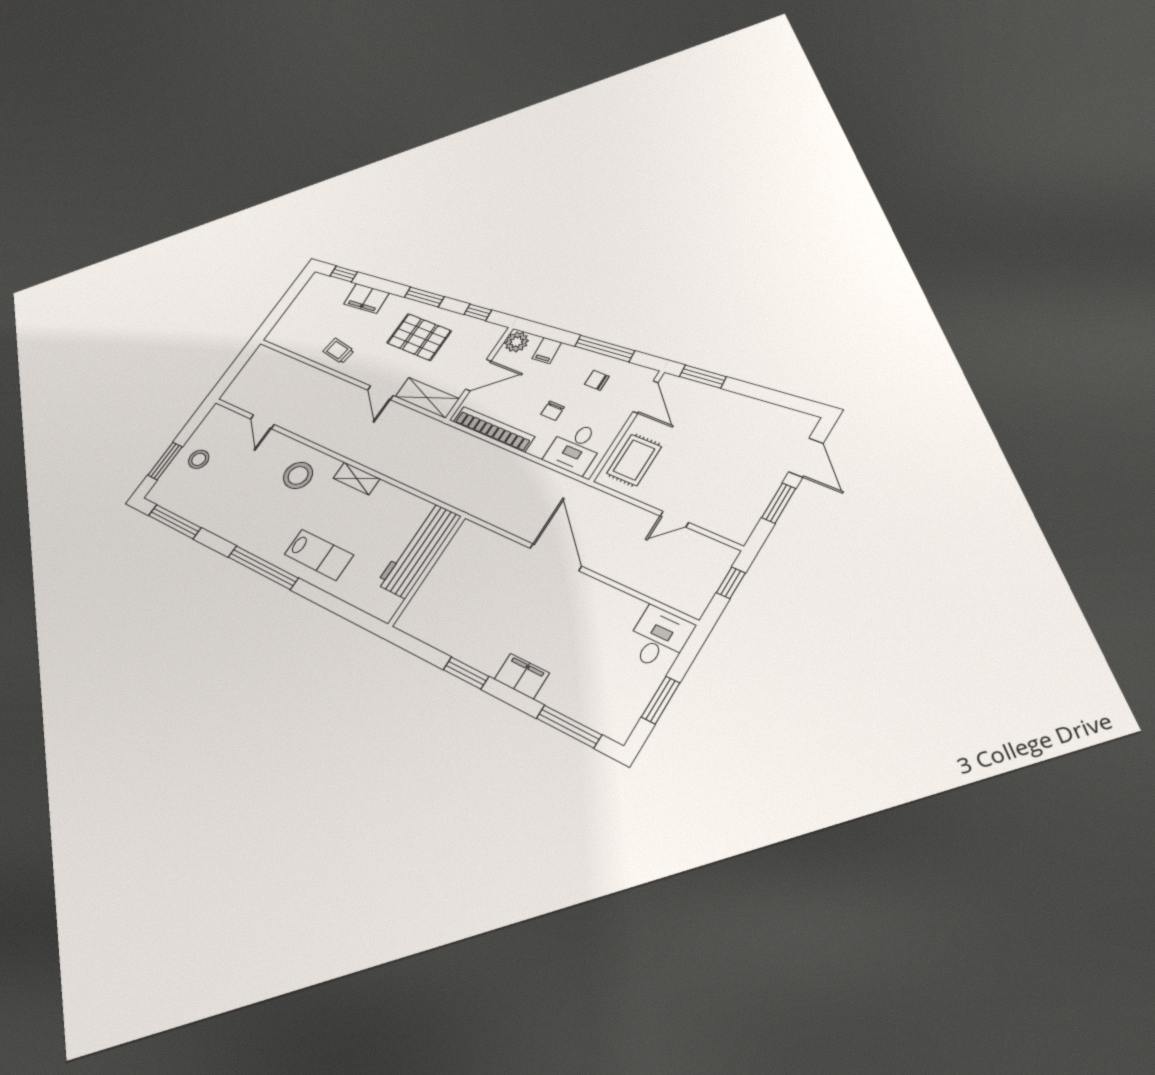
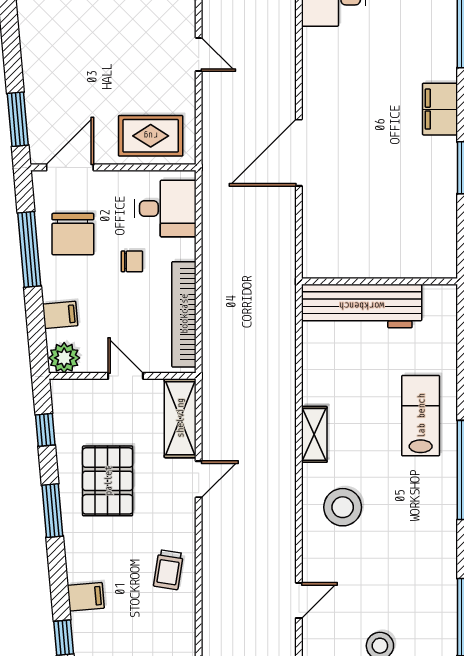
filing cabinet: (366, 298) -> (86, 597), width x0.50
door: (478, 375) -> (126, 376), width x0.73
chair: (597, 380) -> (73, 234), width x1.87, depth x1.87

